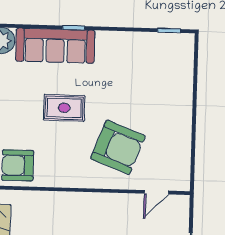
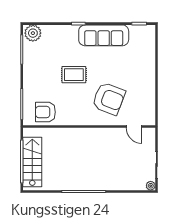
sofa: (55, 46) -> (104, 35), moved
door: (156, 192) -> (134, 127), hinge flipped

